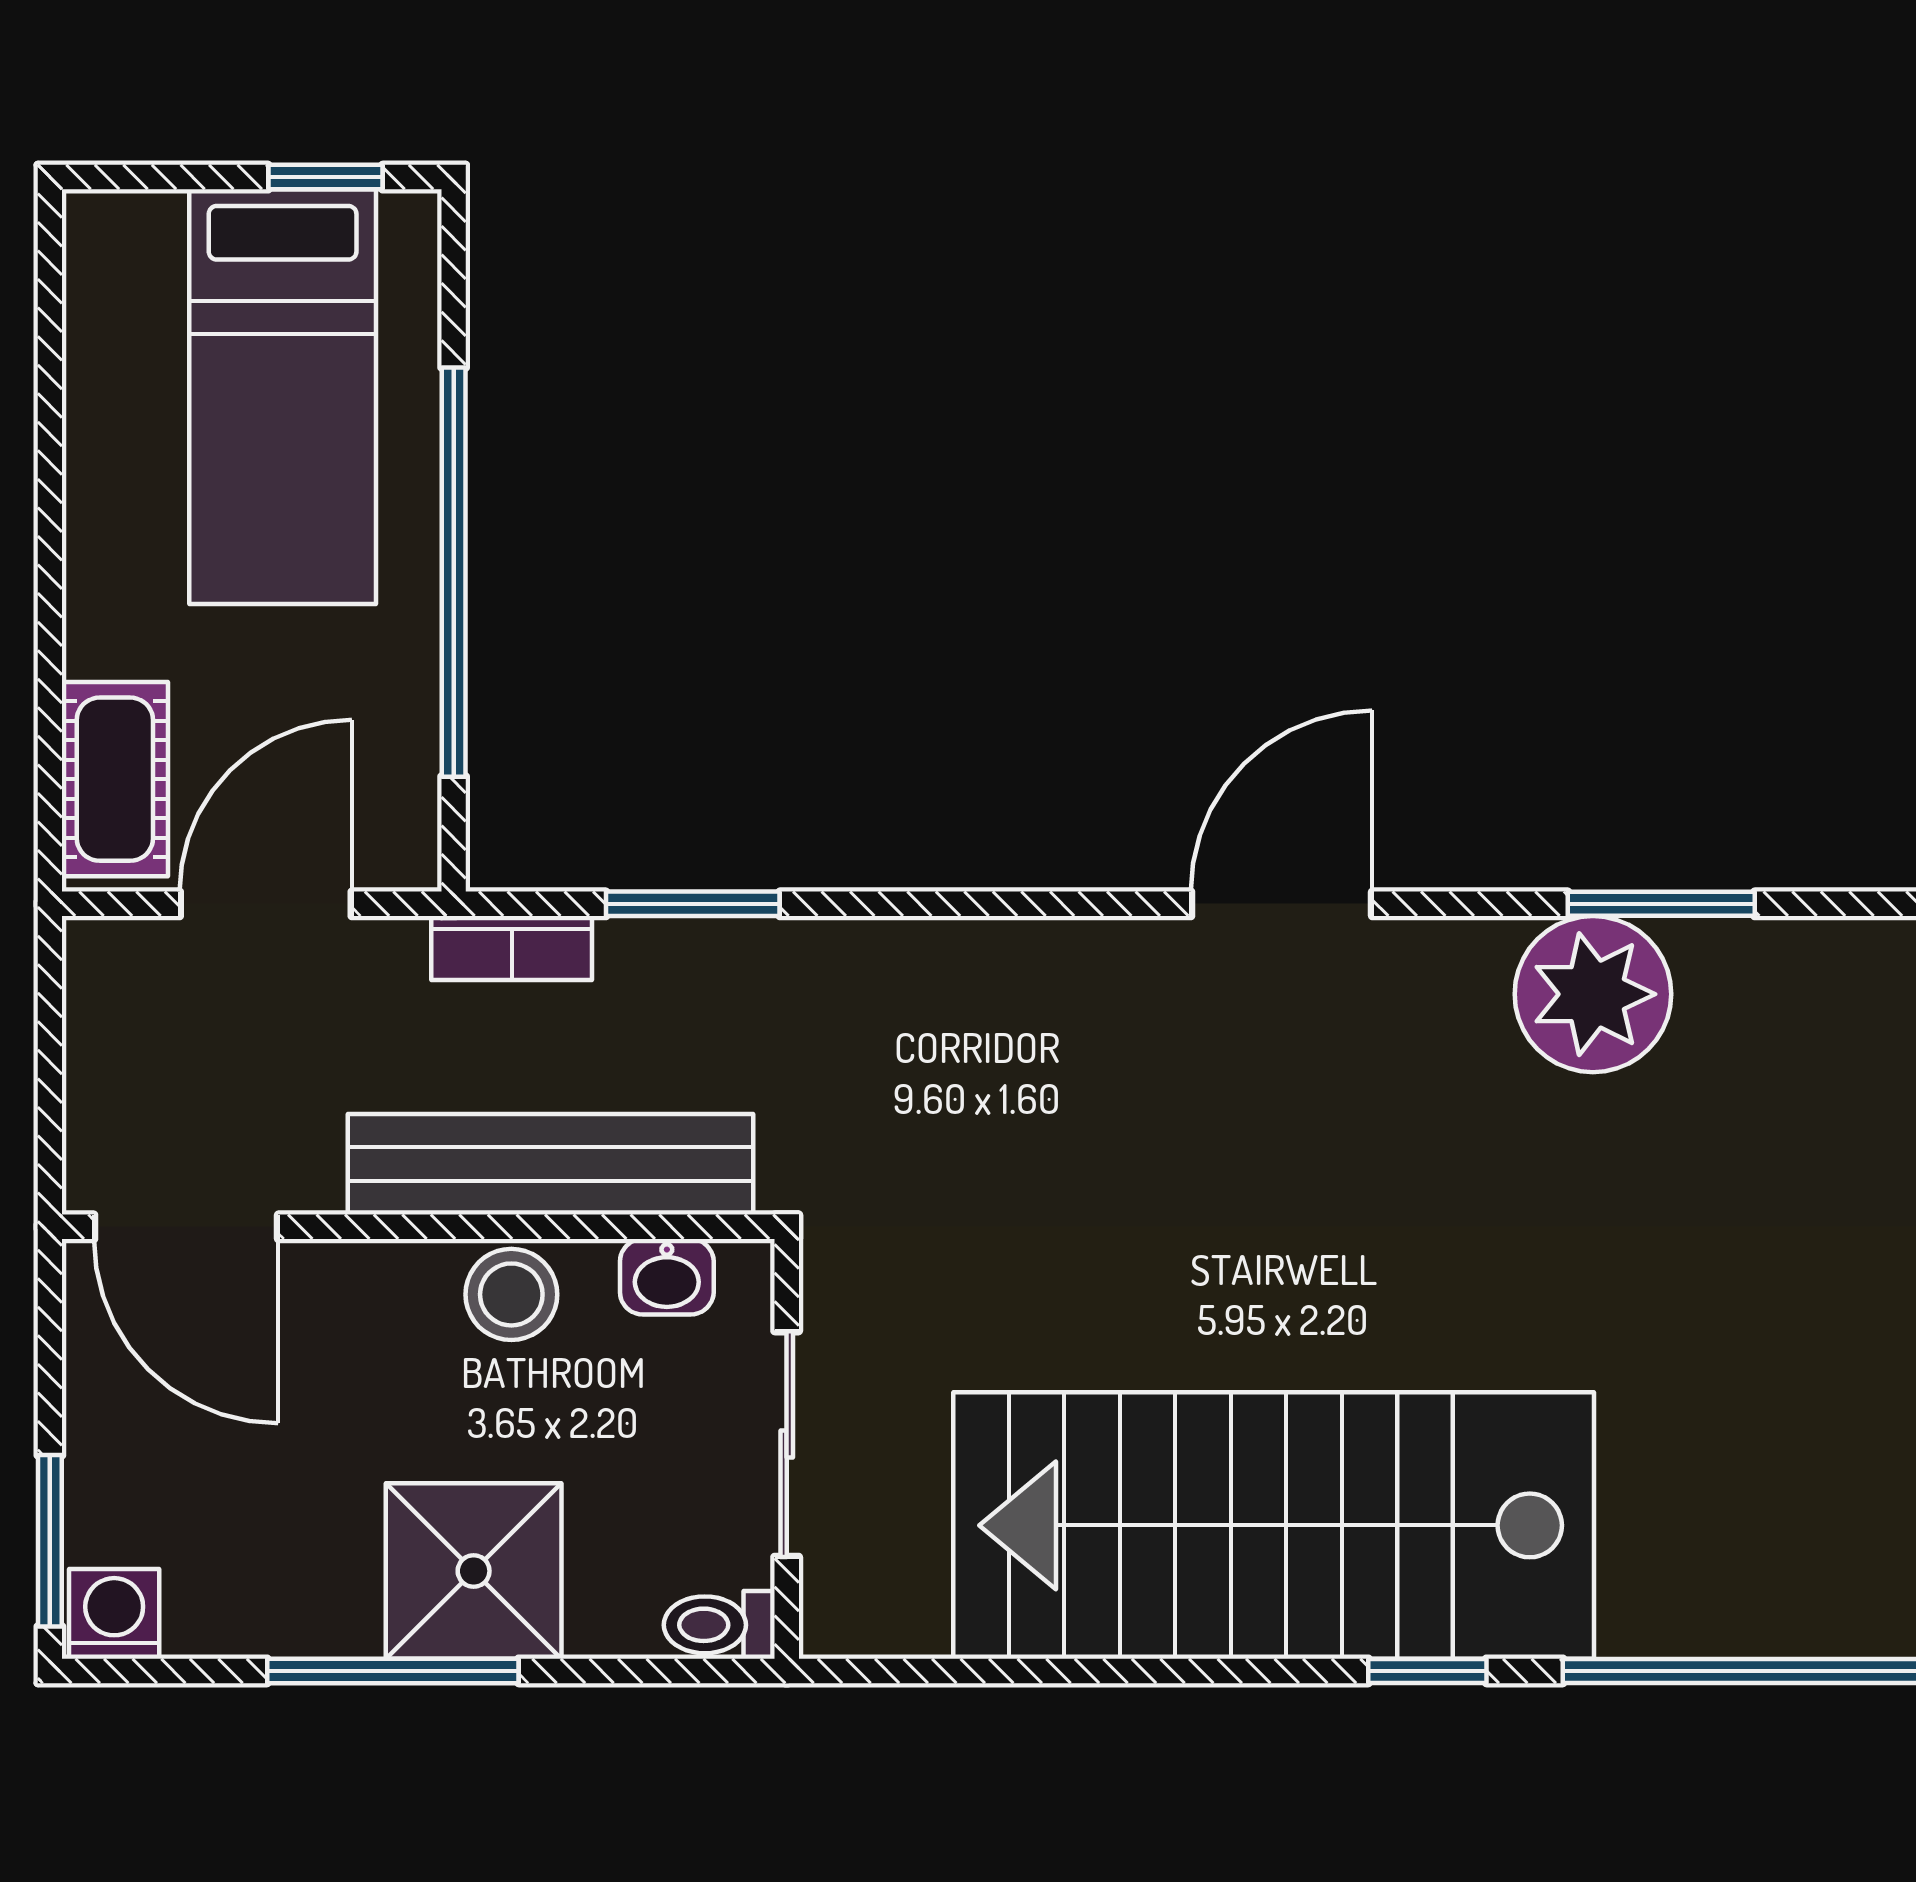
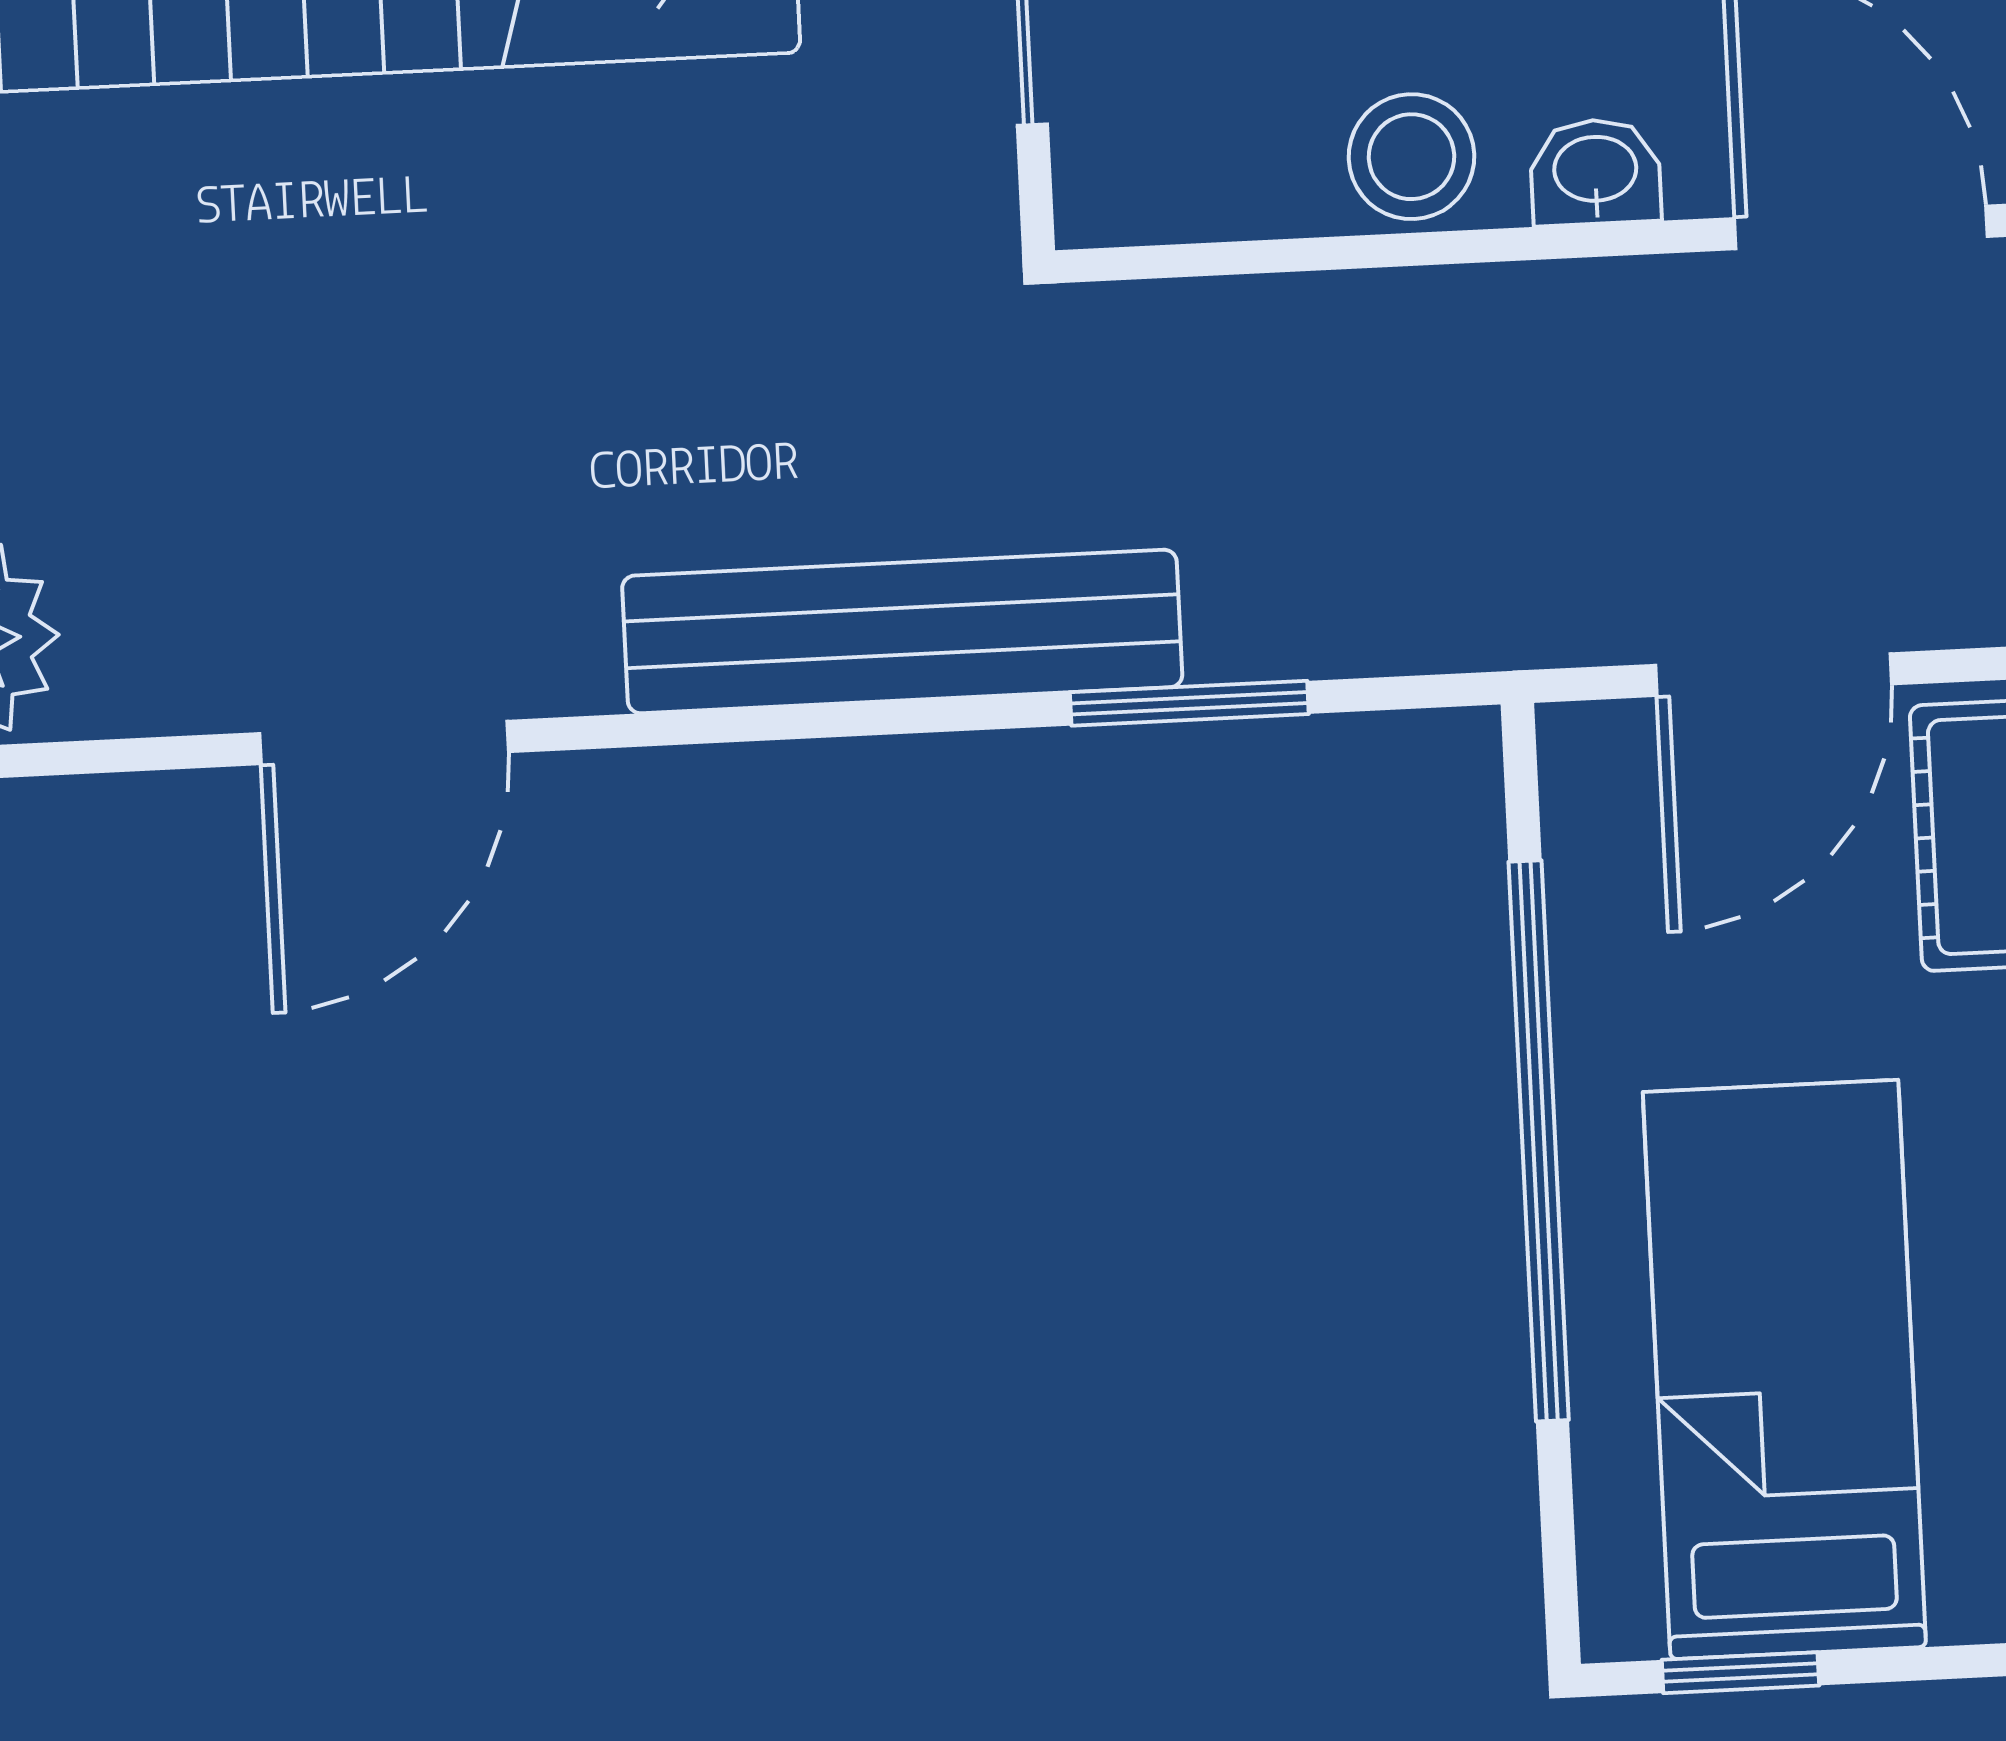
bookcase: (512, 948) -> (1434, 631), removed
bench: (550, 1164) -> (902, 631), moved
washbasin: (667, 1277) -> (1595, 172), moved

